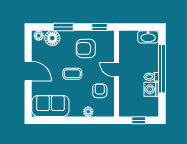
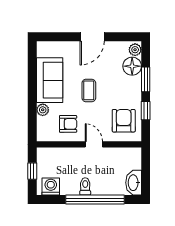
window: (100, 27) -> (146, 111), moved
armchair: (86, 48) -> (124, 121), moved
door: (117, 70) -> (94, 144), hinge flipped
washing machine: (151, 89) -> (51, 186), moved
sofa: (50, 106) -> (50, 80), moved

